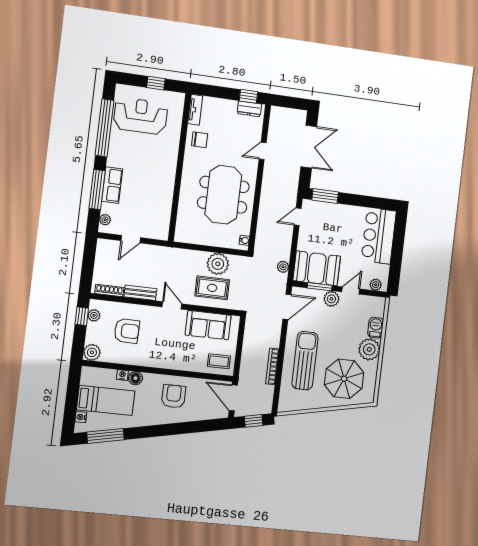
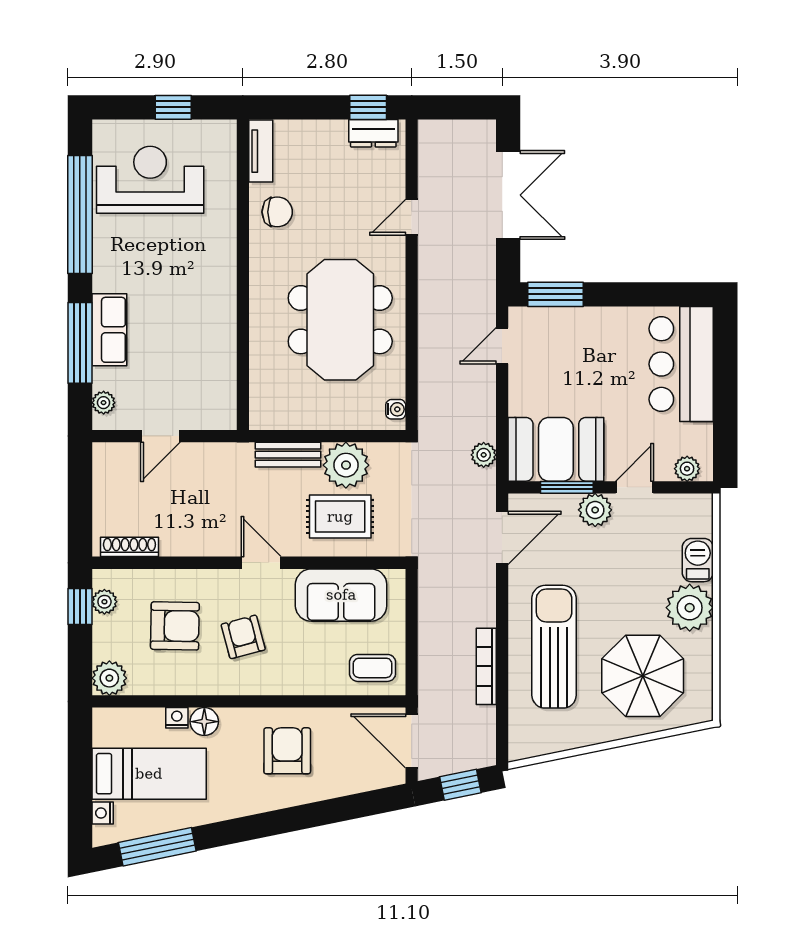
bench: (140, 293) -> (288, 455), moved
armchair: (159, 340) -> (243, 637), added

